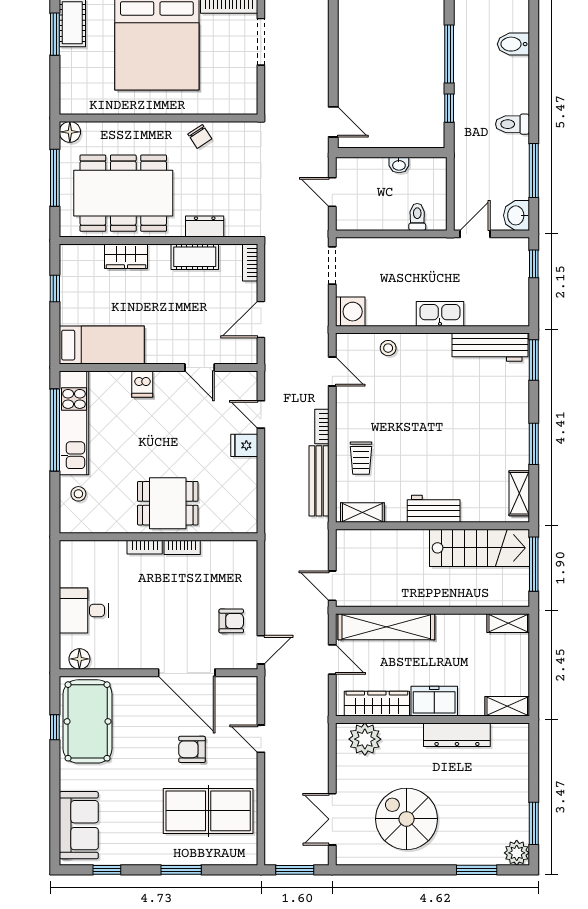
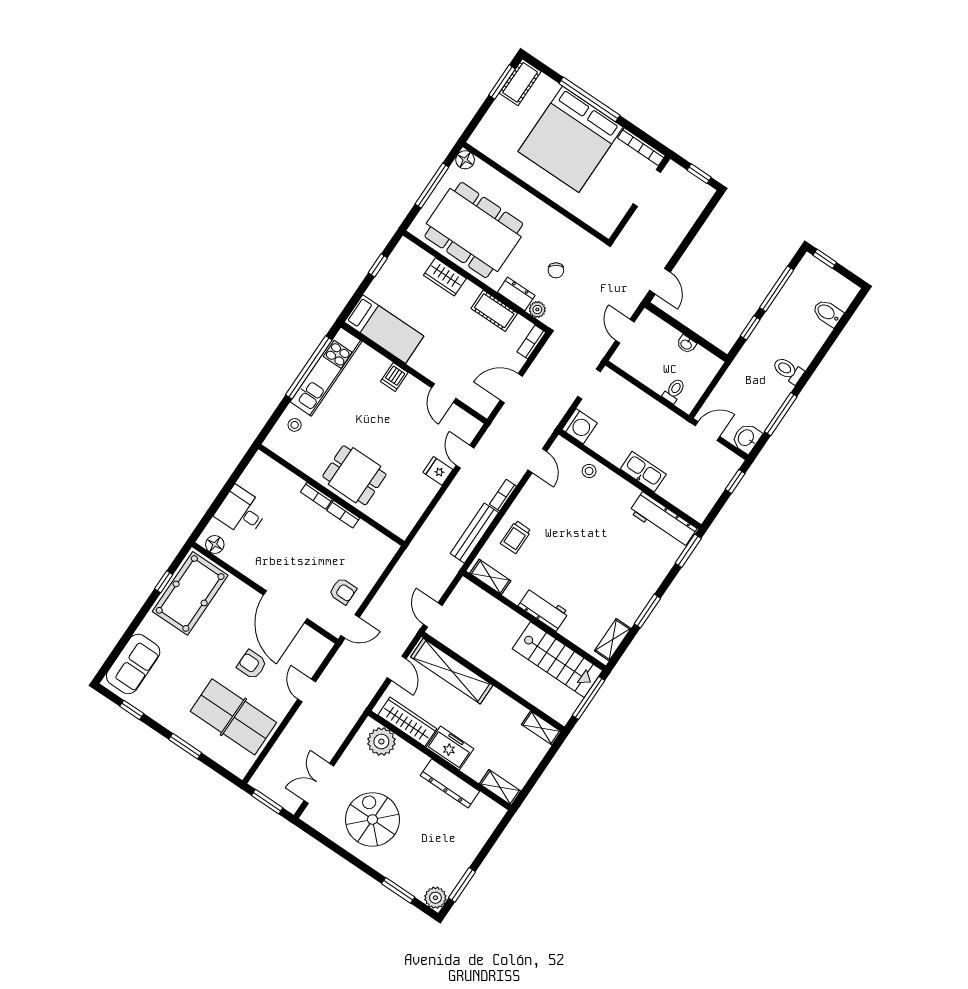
chair: (200, 136) -> (556, 270), moved
plant: (235, 228) -> (537, 309), added

